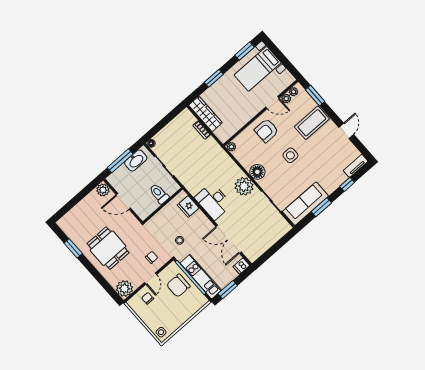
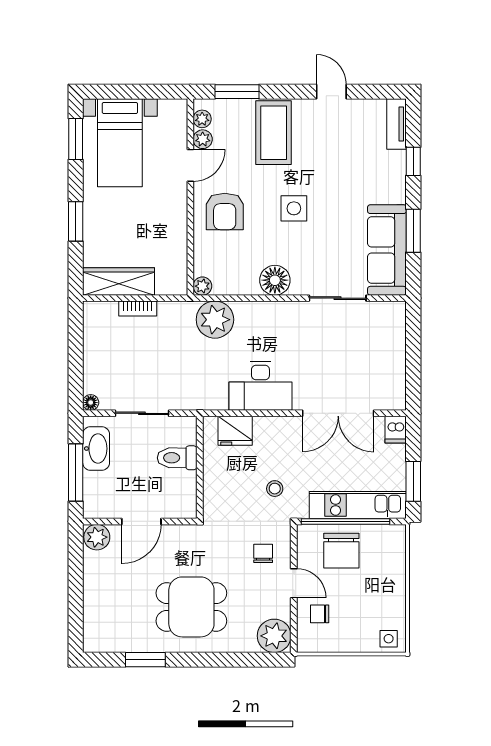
plant: (244, 186) -> (215, 320), moved

